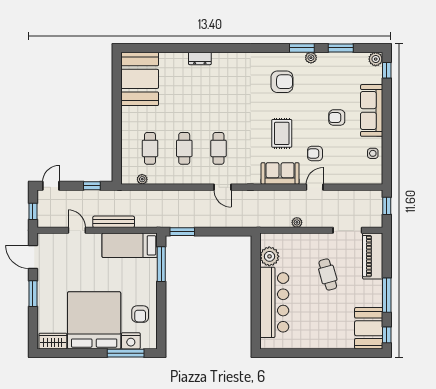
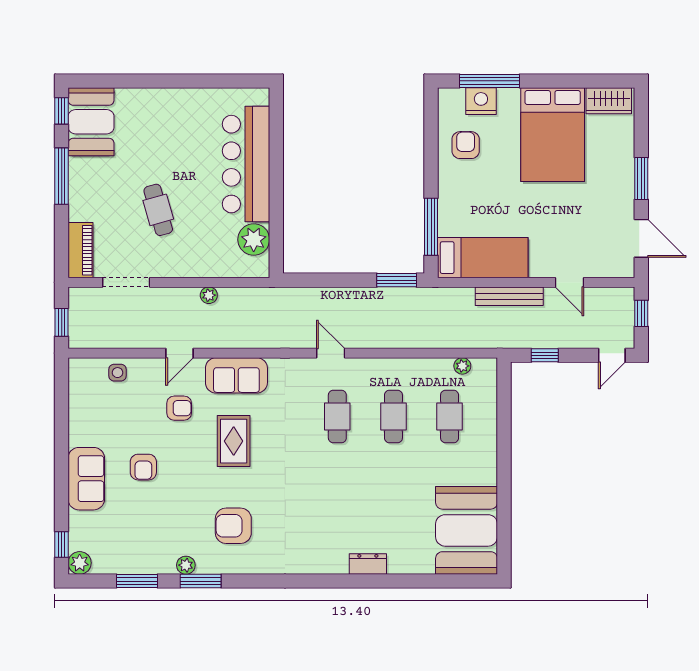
sofa: (372, 110) -> (86, 479), width x0.73
armchair: (337, 118) -> (143, 467), turned 90
side table: (373, 153) -> (118, 373), moved
piano: (373, 256) -> (81, 250), width x0.73, depth x0.75
bed: (94, 320) -> (553, 135), width x0.73

